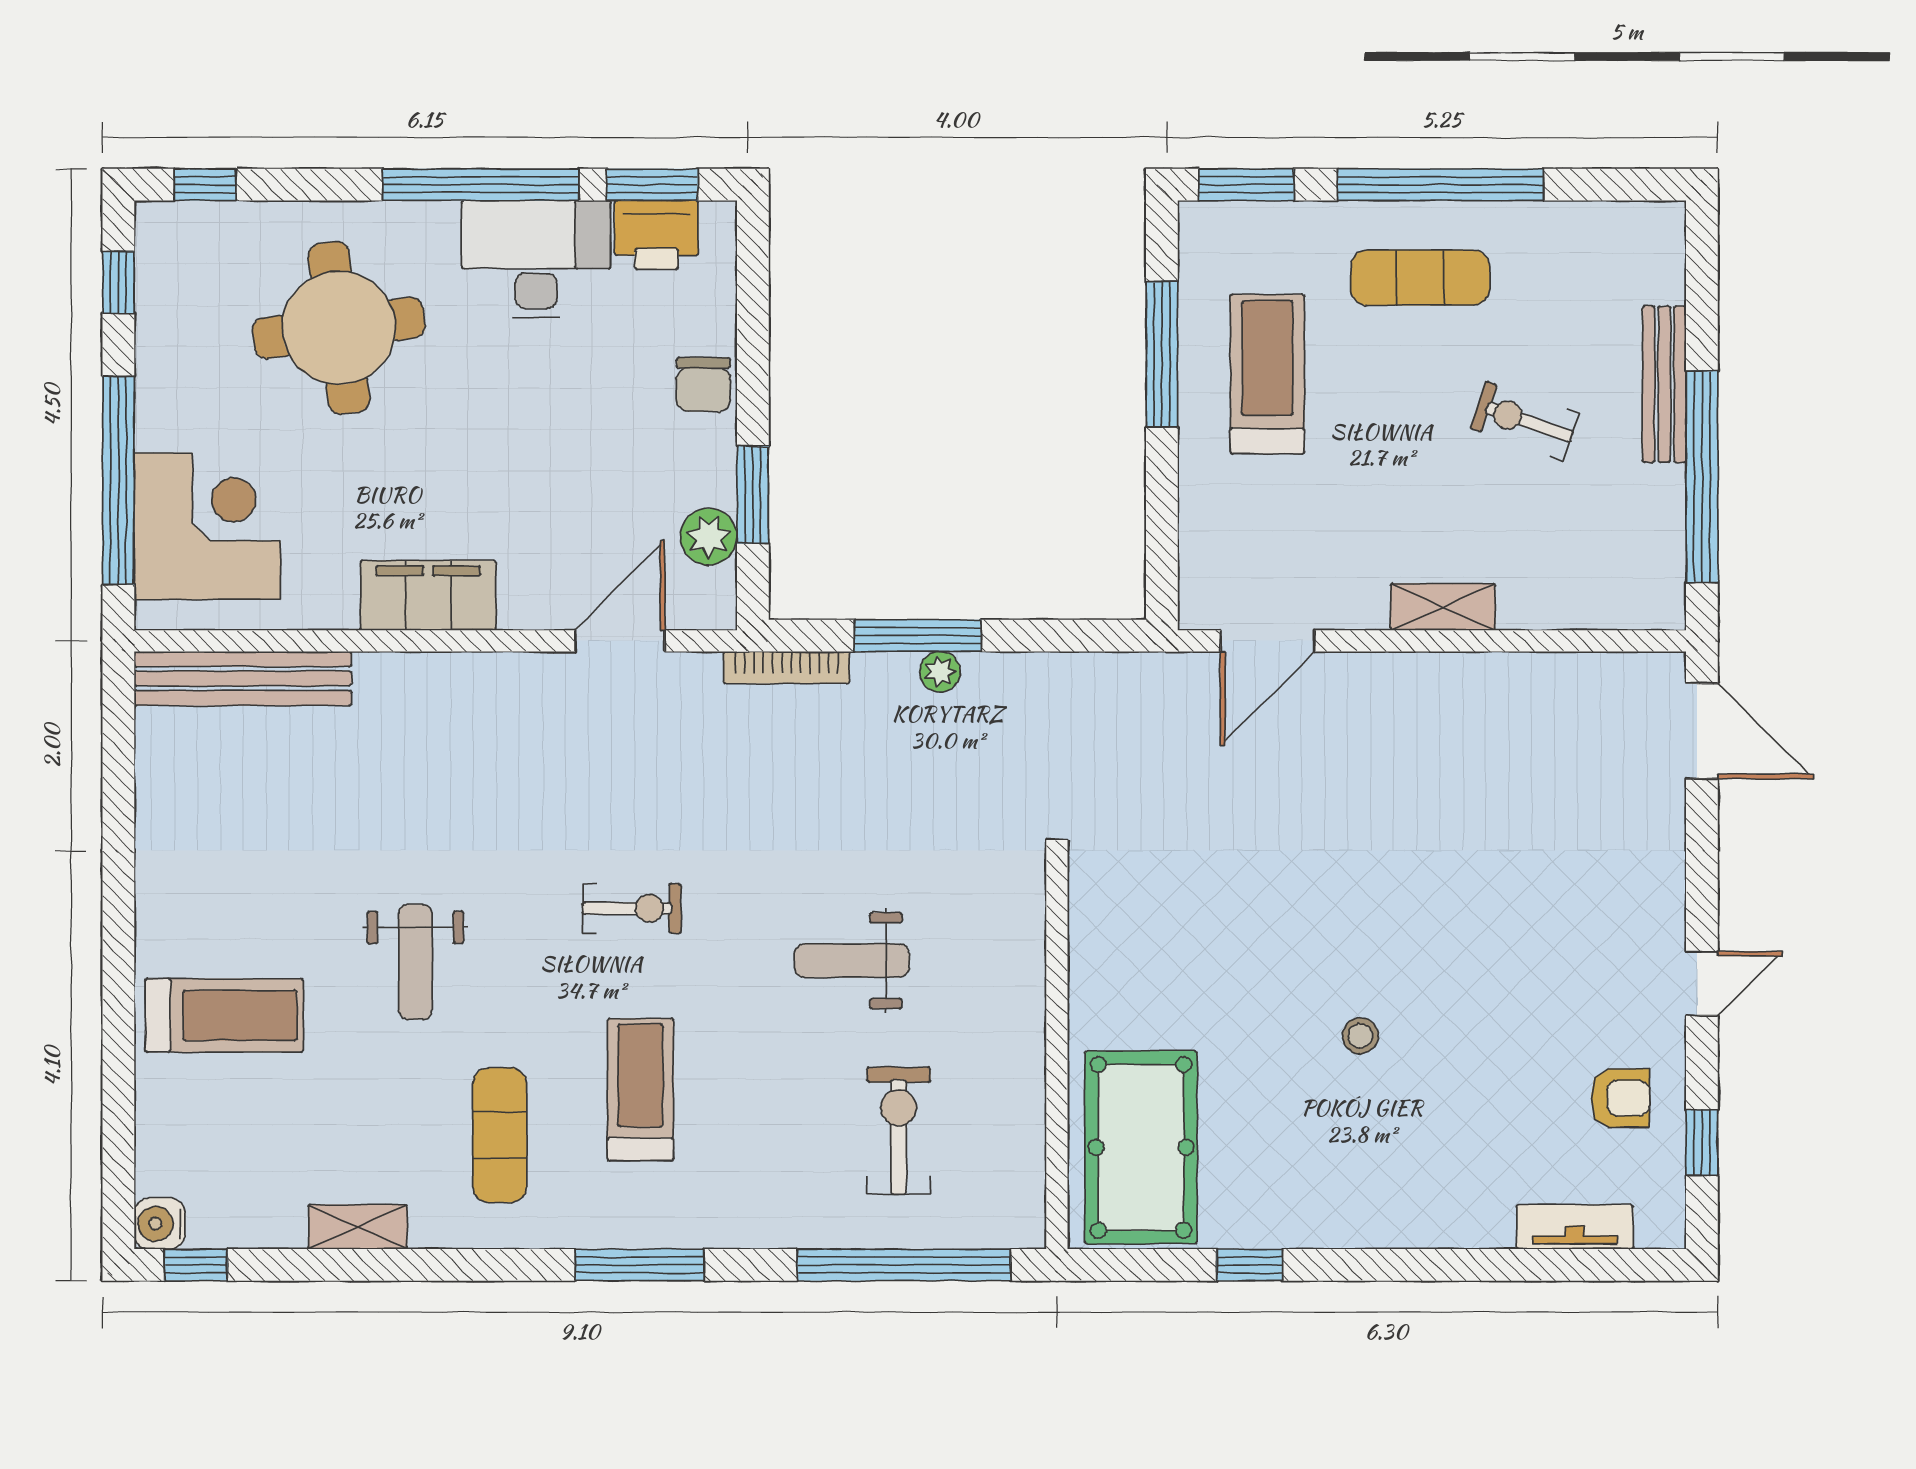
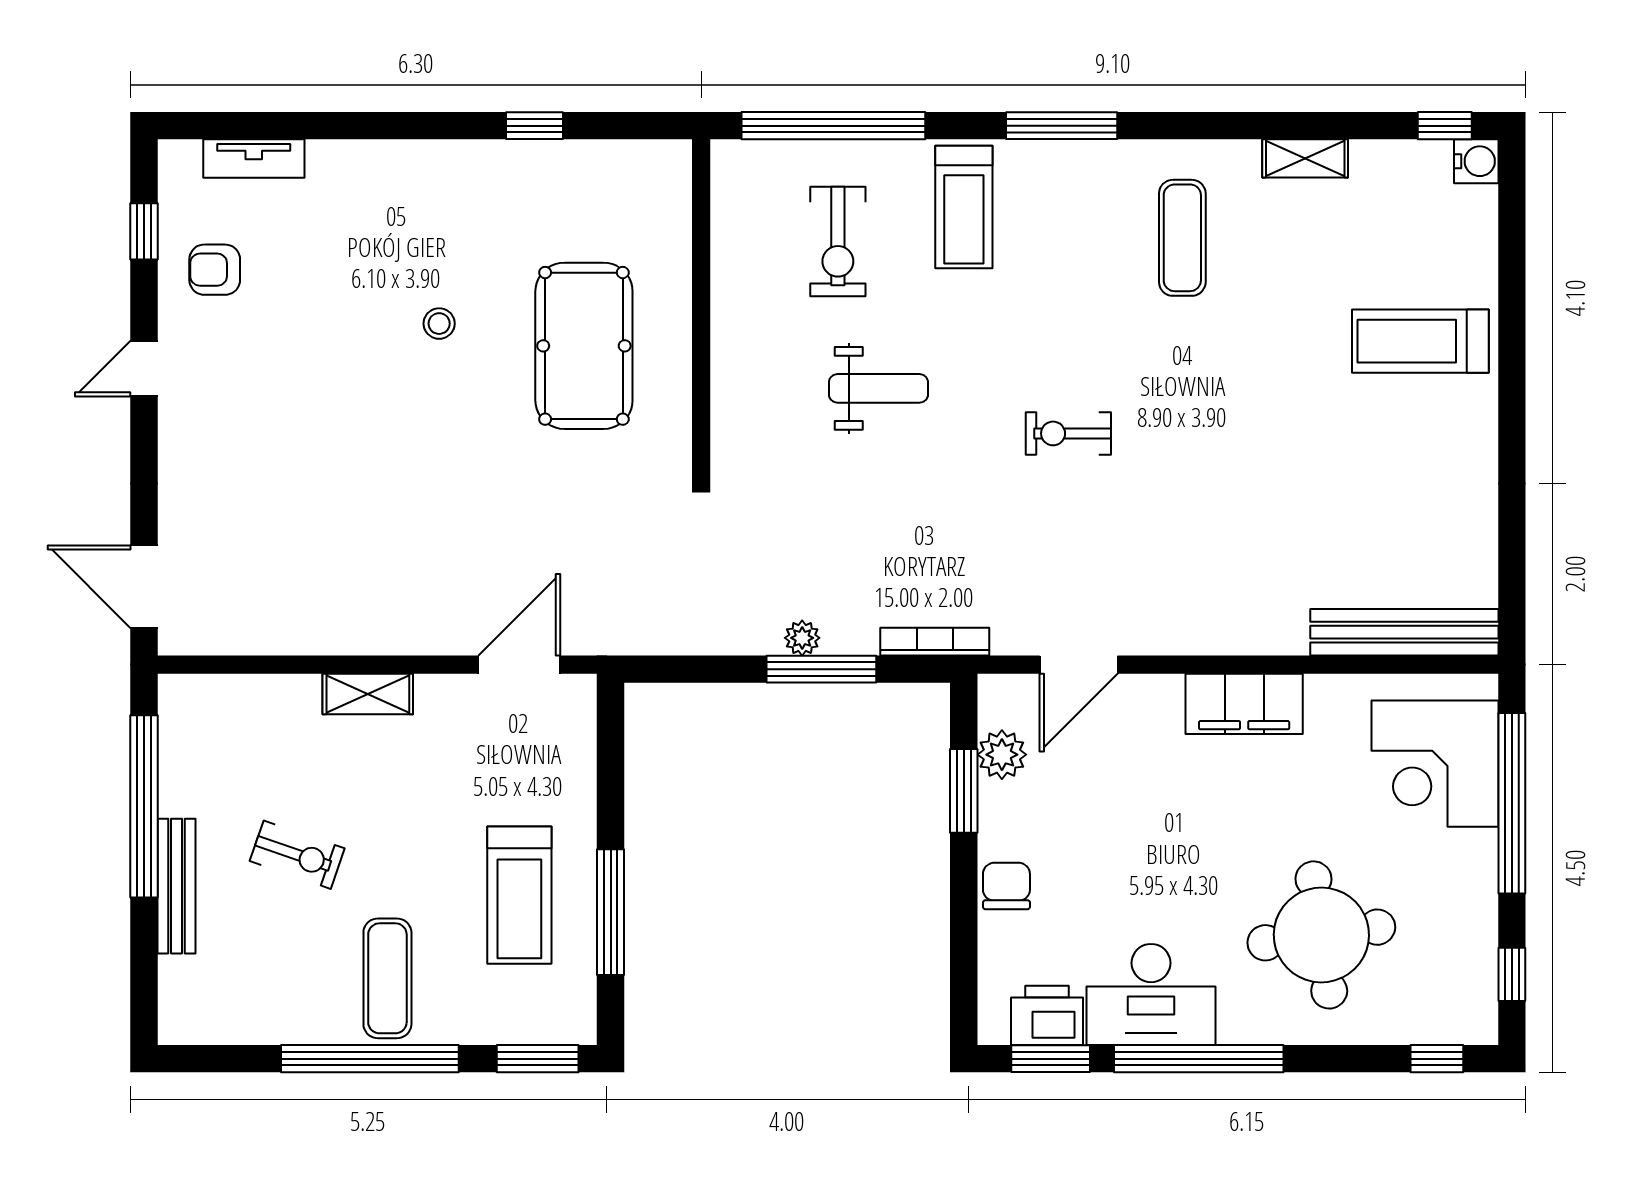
exercise mat: (1420, 278) -> (387, 978), turned 90
weight bench: (415, 962) -> (1255, 387), removed
treadmill: (640, 1090) -> (964, 207), moved
pool table: (1141, 1147) -> (584, 346), moved

